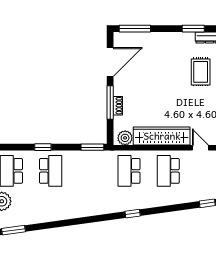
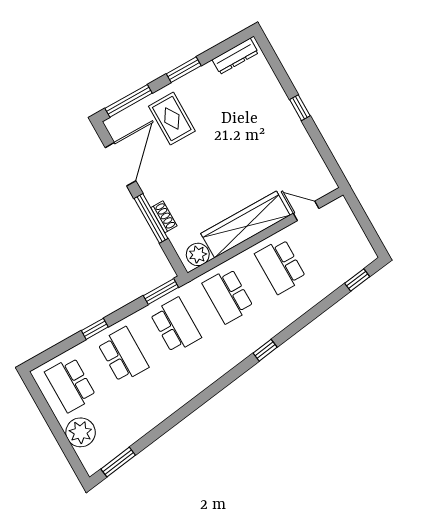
window: (193, 29) -> (184, 70), moved
rug: (201, 72) -> (172, 119), moved
school desk: (90, 171) -> (176, 325), added

